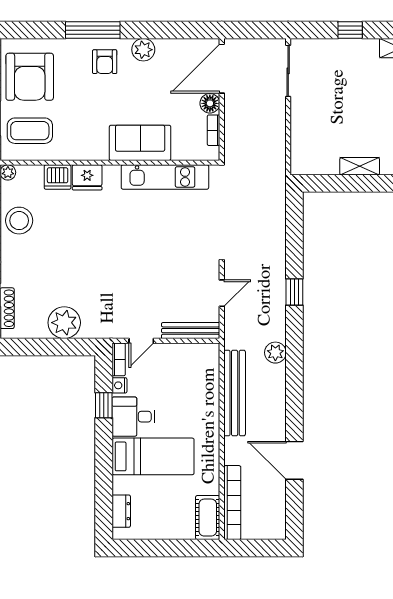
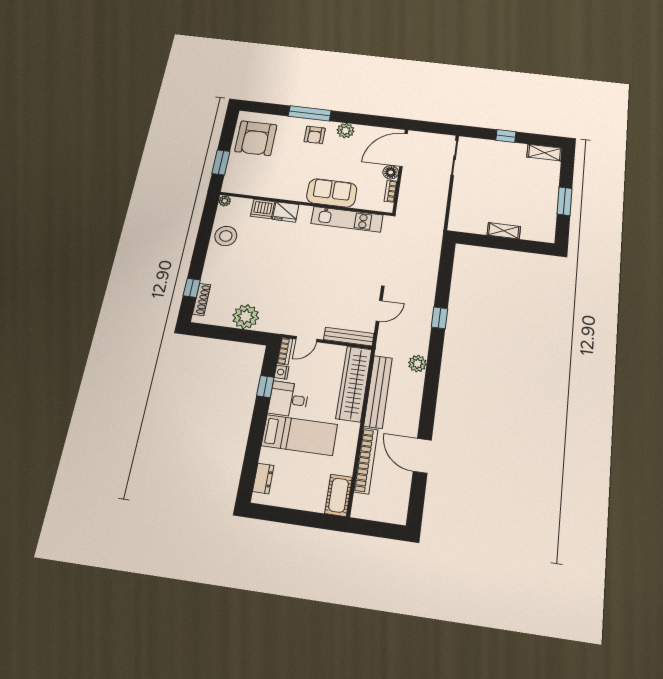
coffee table: (30, 131) -> (248, 174), removed
wardrobe: (205, 387) -> (354, 384), added
bookcase: (232, 503) -> (366, 461), moved

